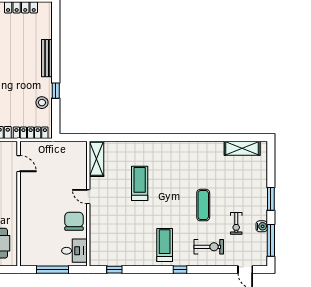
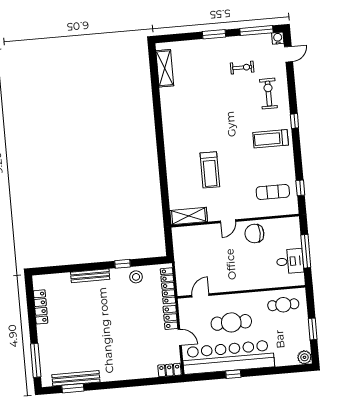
treadmill: (140, 183) -> (210, 170), turned -90
exercise mat: (203, 205) -> (273, 192), moved
water cooler: (262, 226) -> (278, 38), moved
desk: (74, 251) -> (290, 261), moved, turned 90

